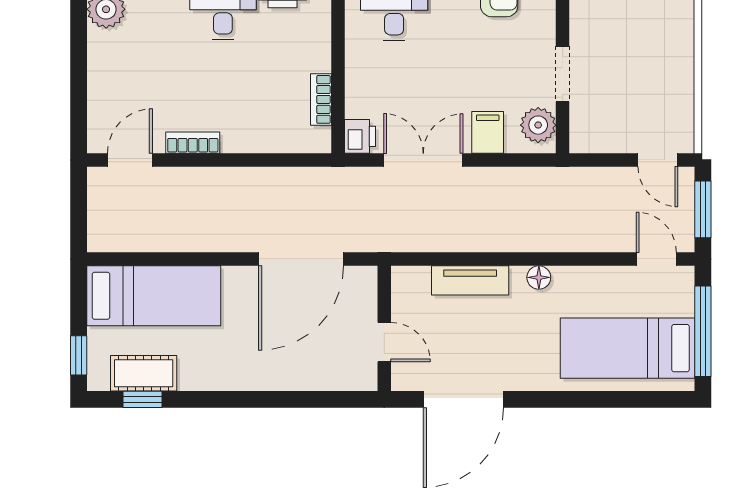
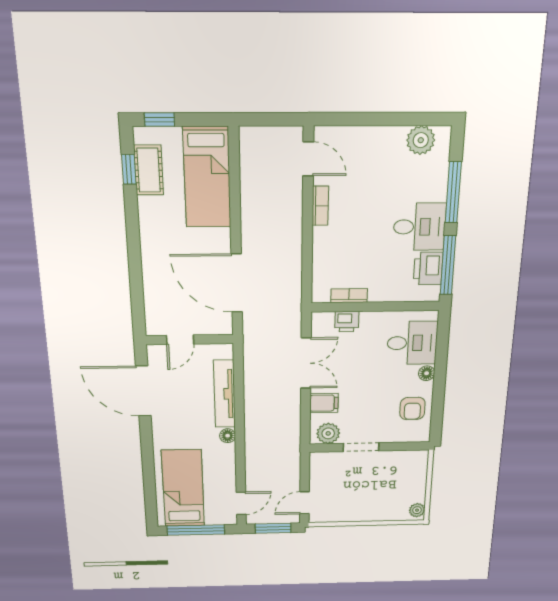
printer: (360, 136) -> (347, 322), moved
tv unit: (470, 280) -> (225, 394), width x1.41

